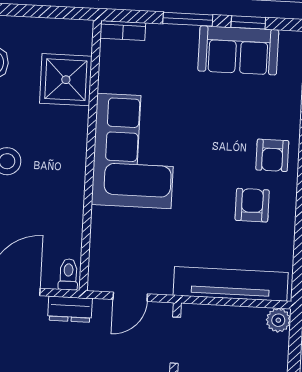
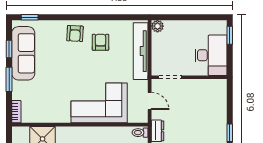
sofa: (238, 50) -> (23, 53), width x1.36
corner sofa: (134, 151) -> (99, 103), moved
armchair: (272, 155) -> (75, 33), turned 93
armchair: (252, 205) -> (101, 42), turned 90

